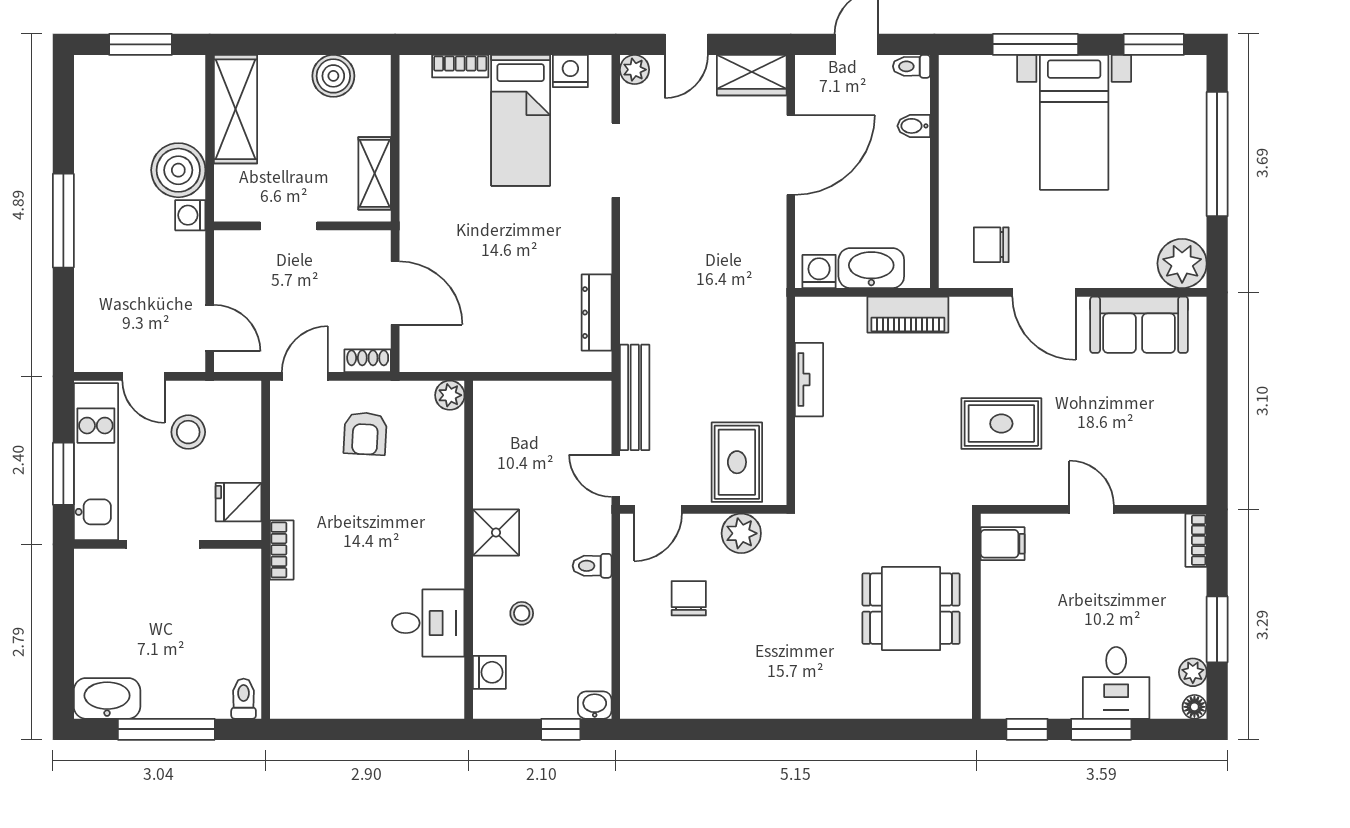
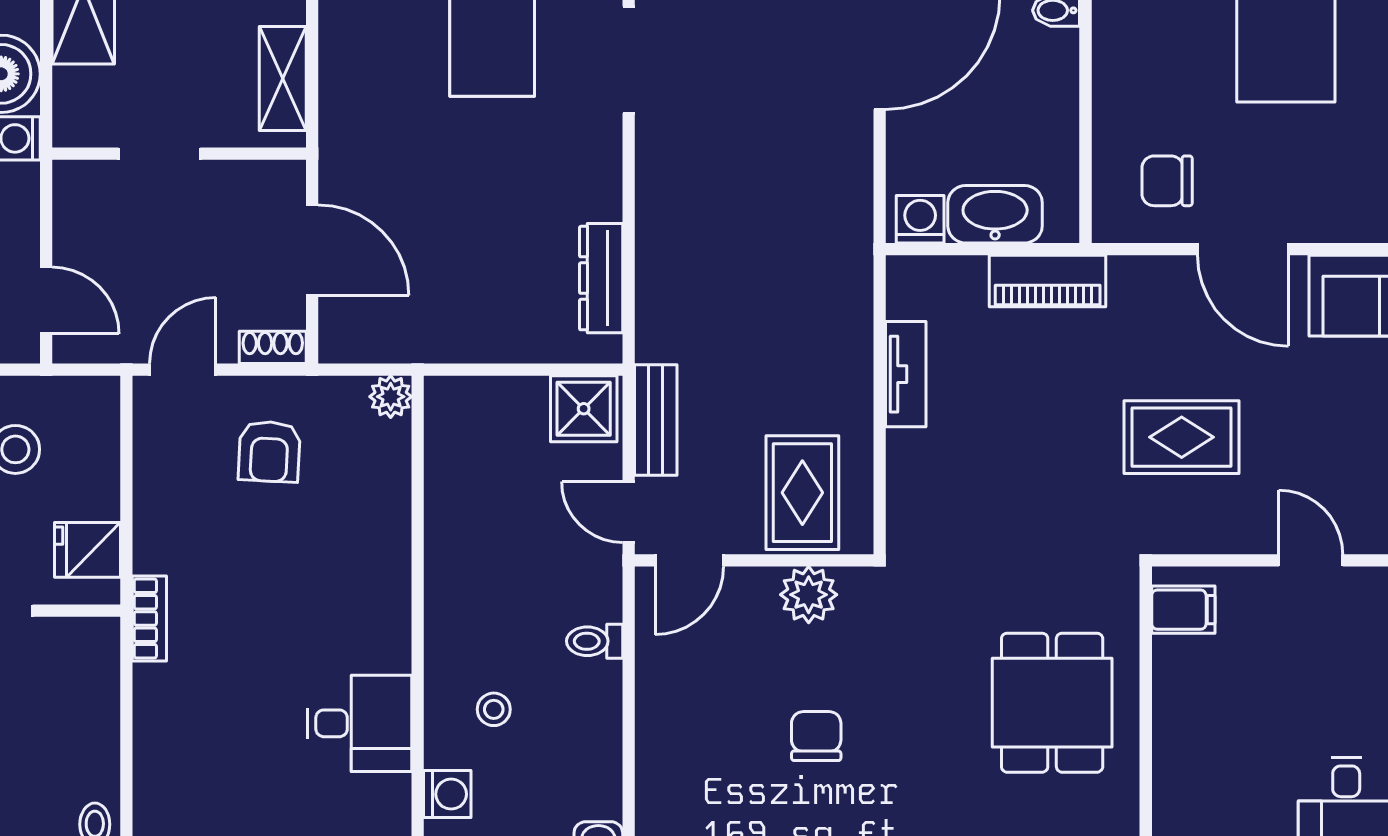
bench: (635, 397) -> (656, 420), width x0.73
shower: (496, 533) -> (584, 409), moved
chair: (689, 598) -> (816, 736), moved
dining table: (911, 609) -> (1052, 703), turned 90

